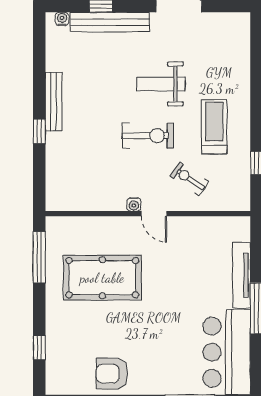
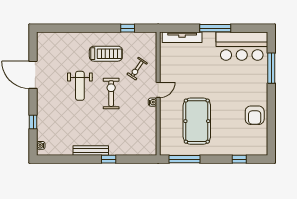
bench: (110, 22) -> (43, 117), removed
treadmill: (214, 127) -> (106, 54), turned 180
tv unit: (241, 275) -> (182, 37), moved

